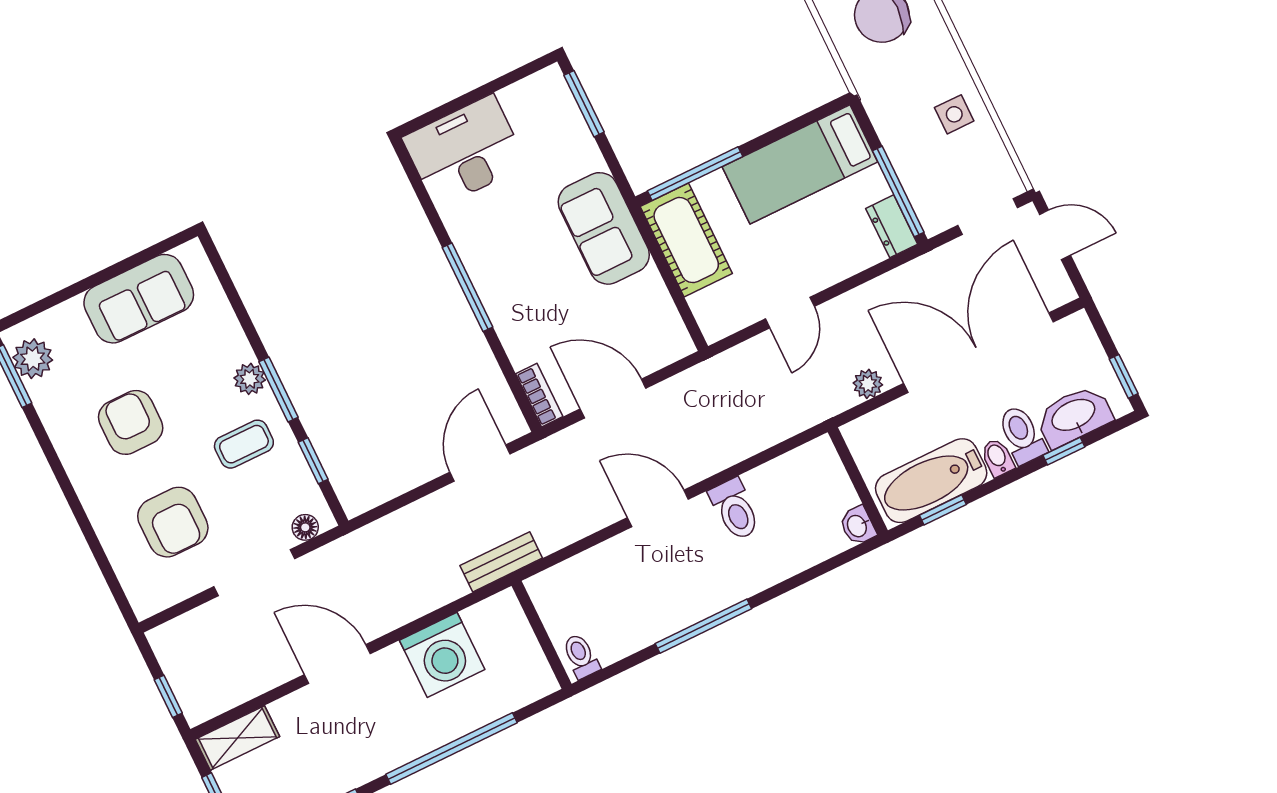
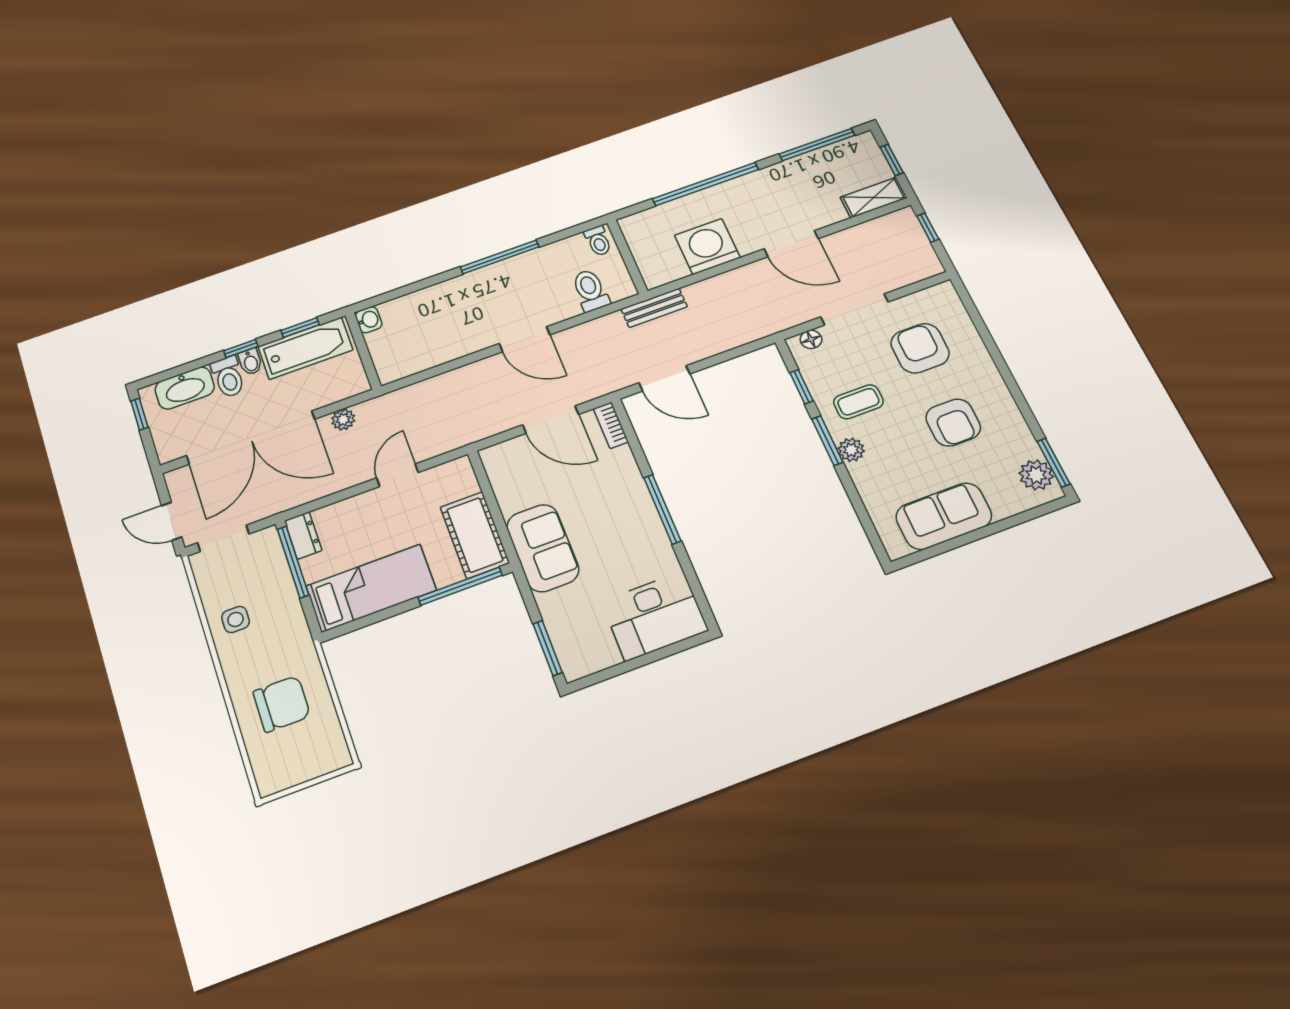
window: (1064, 451) -> (241, 349), moved
door: (480, 463) -> (664, 378), hinge flipped
toilet: (735, 509) -> (590, 290), moved

